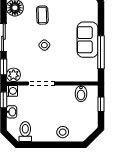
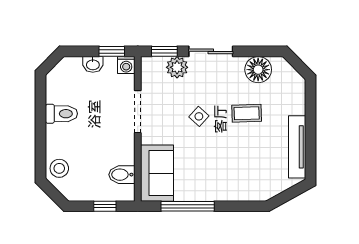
sofa: (87, 40) -> (157, 173), moved, turned 90
plant: (13, 75) -> (177, 67), moved
toilet: (25, 132) -> (61, 114), moved
stool: (63, 132) -> (59, 168), moved

